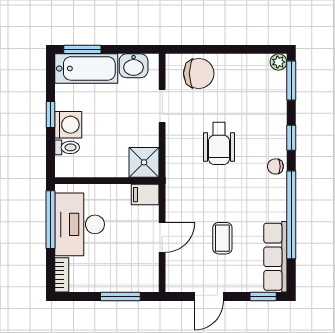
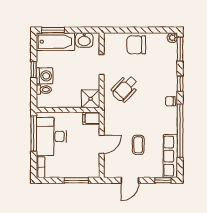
chair: (199, 73) -> (136, 45), moved, turned 180
wheelchair: (219, 144) -> (125, 88), moved, turned 43

